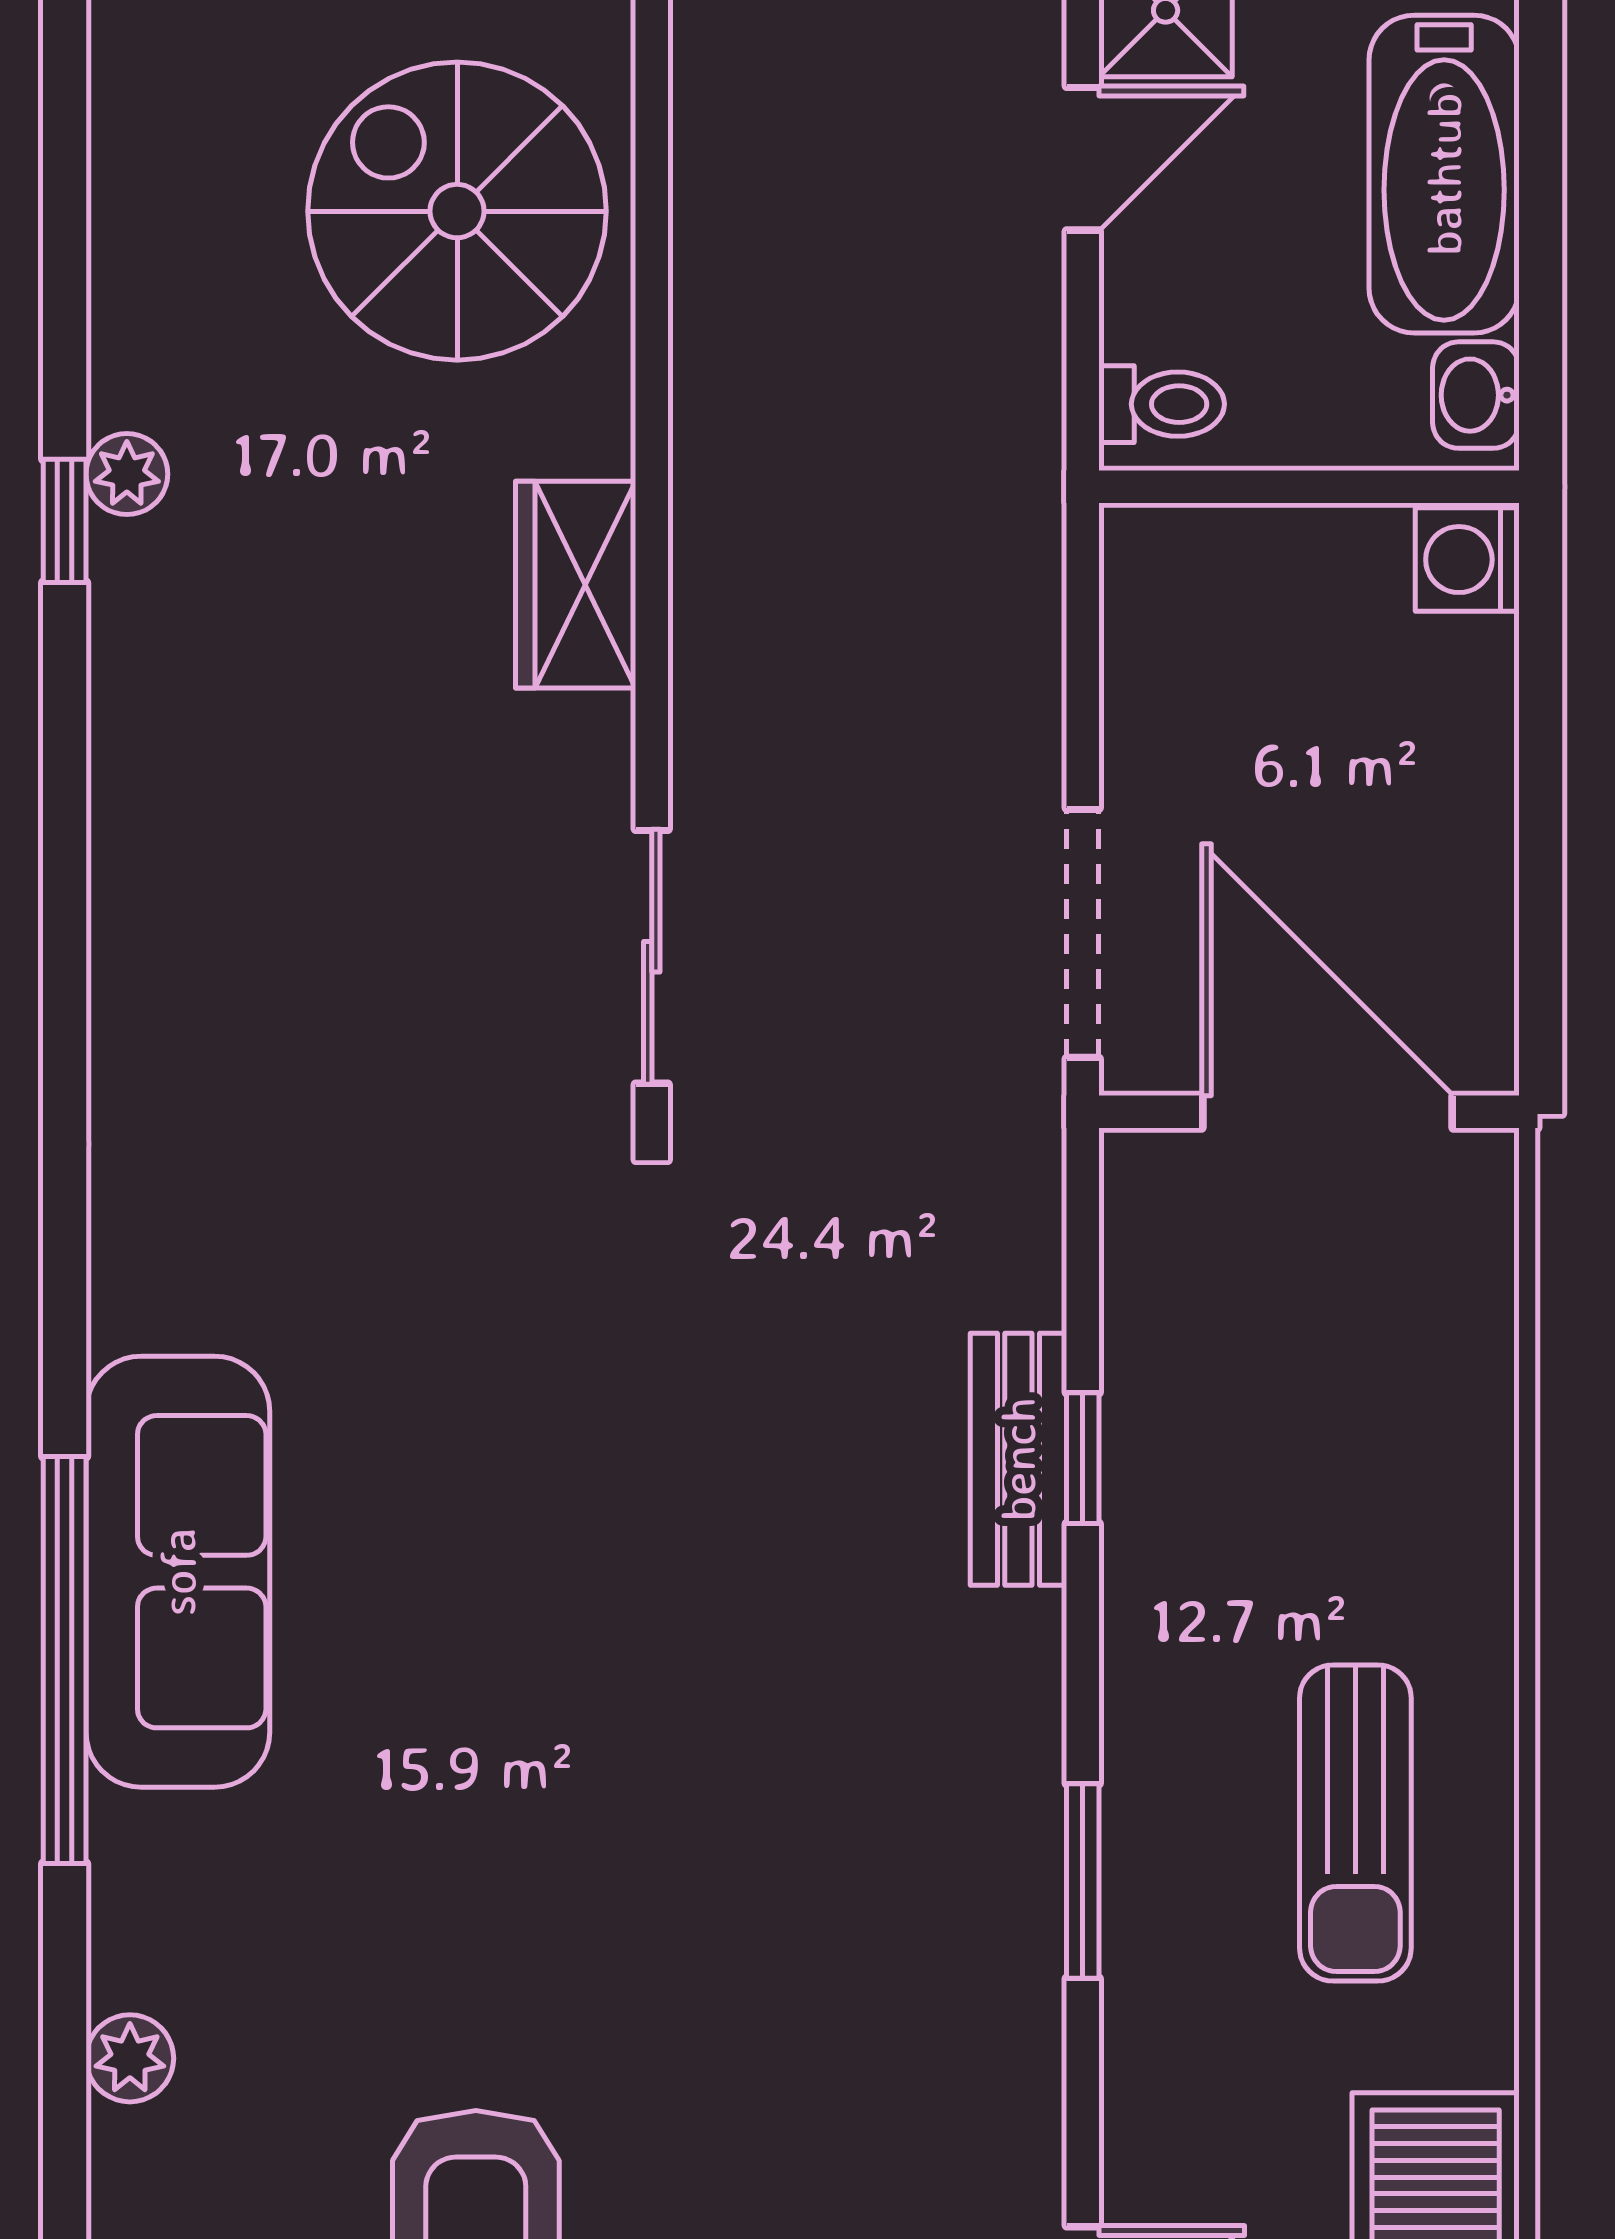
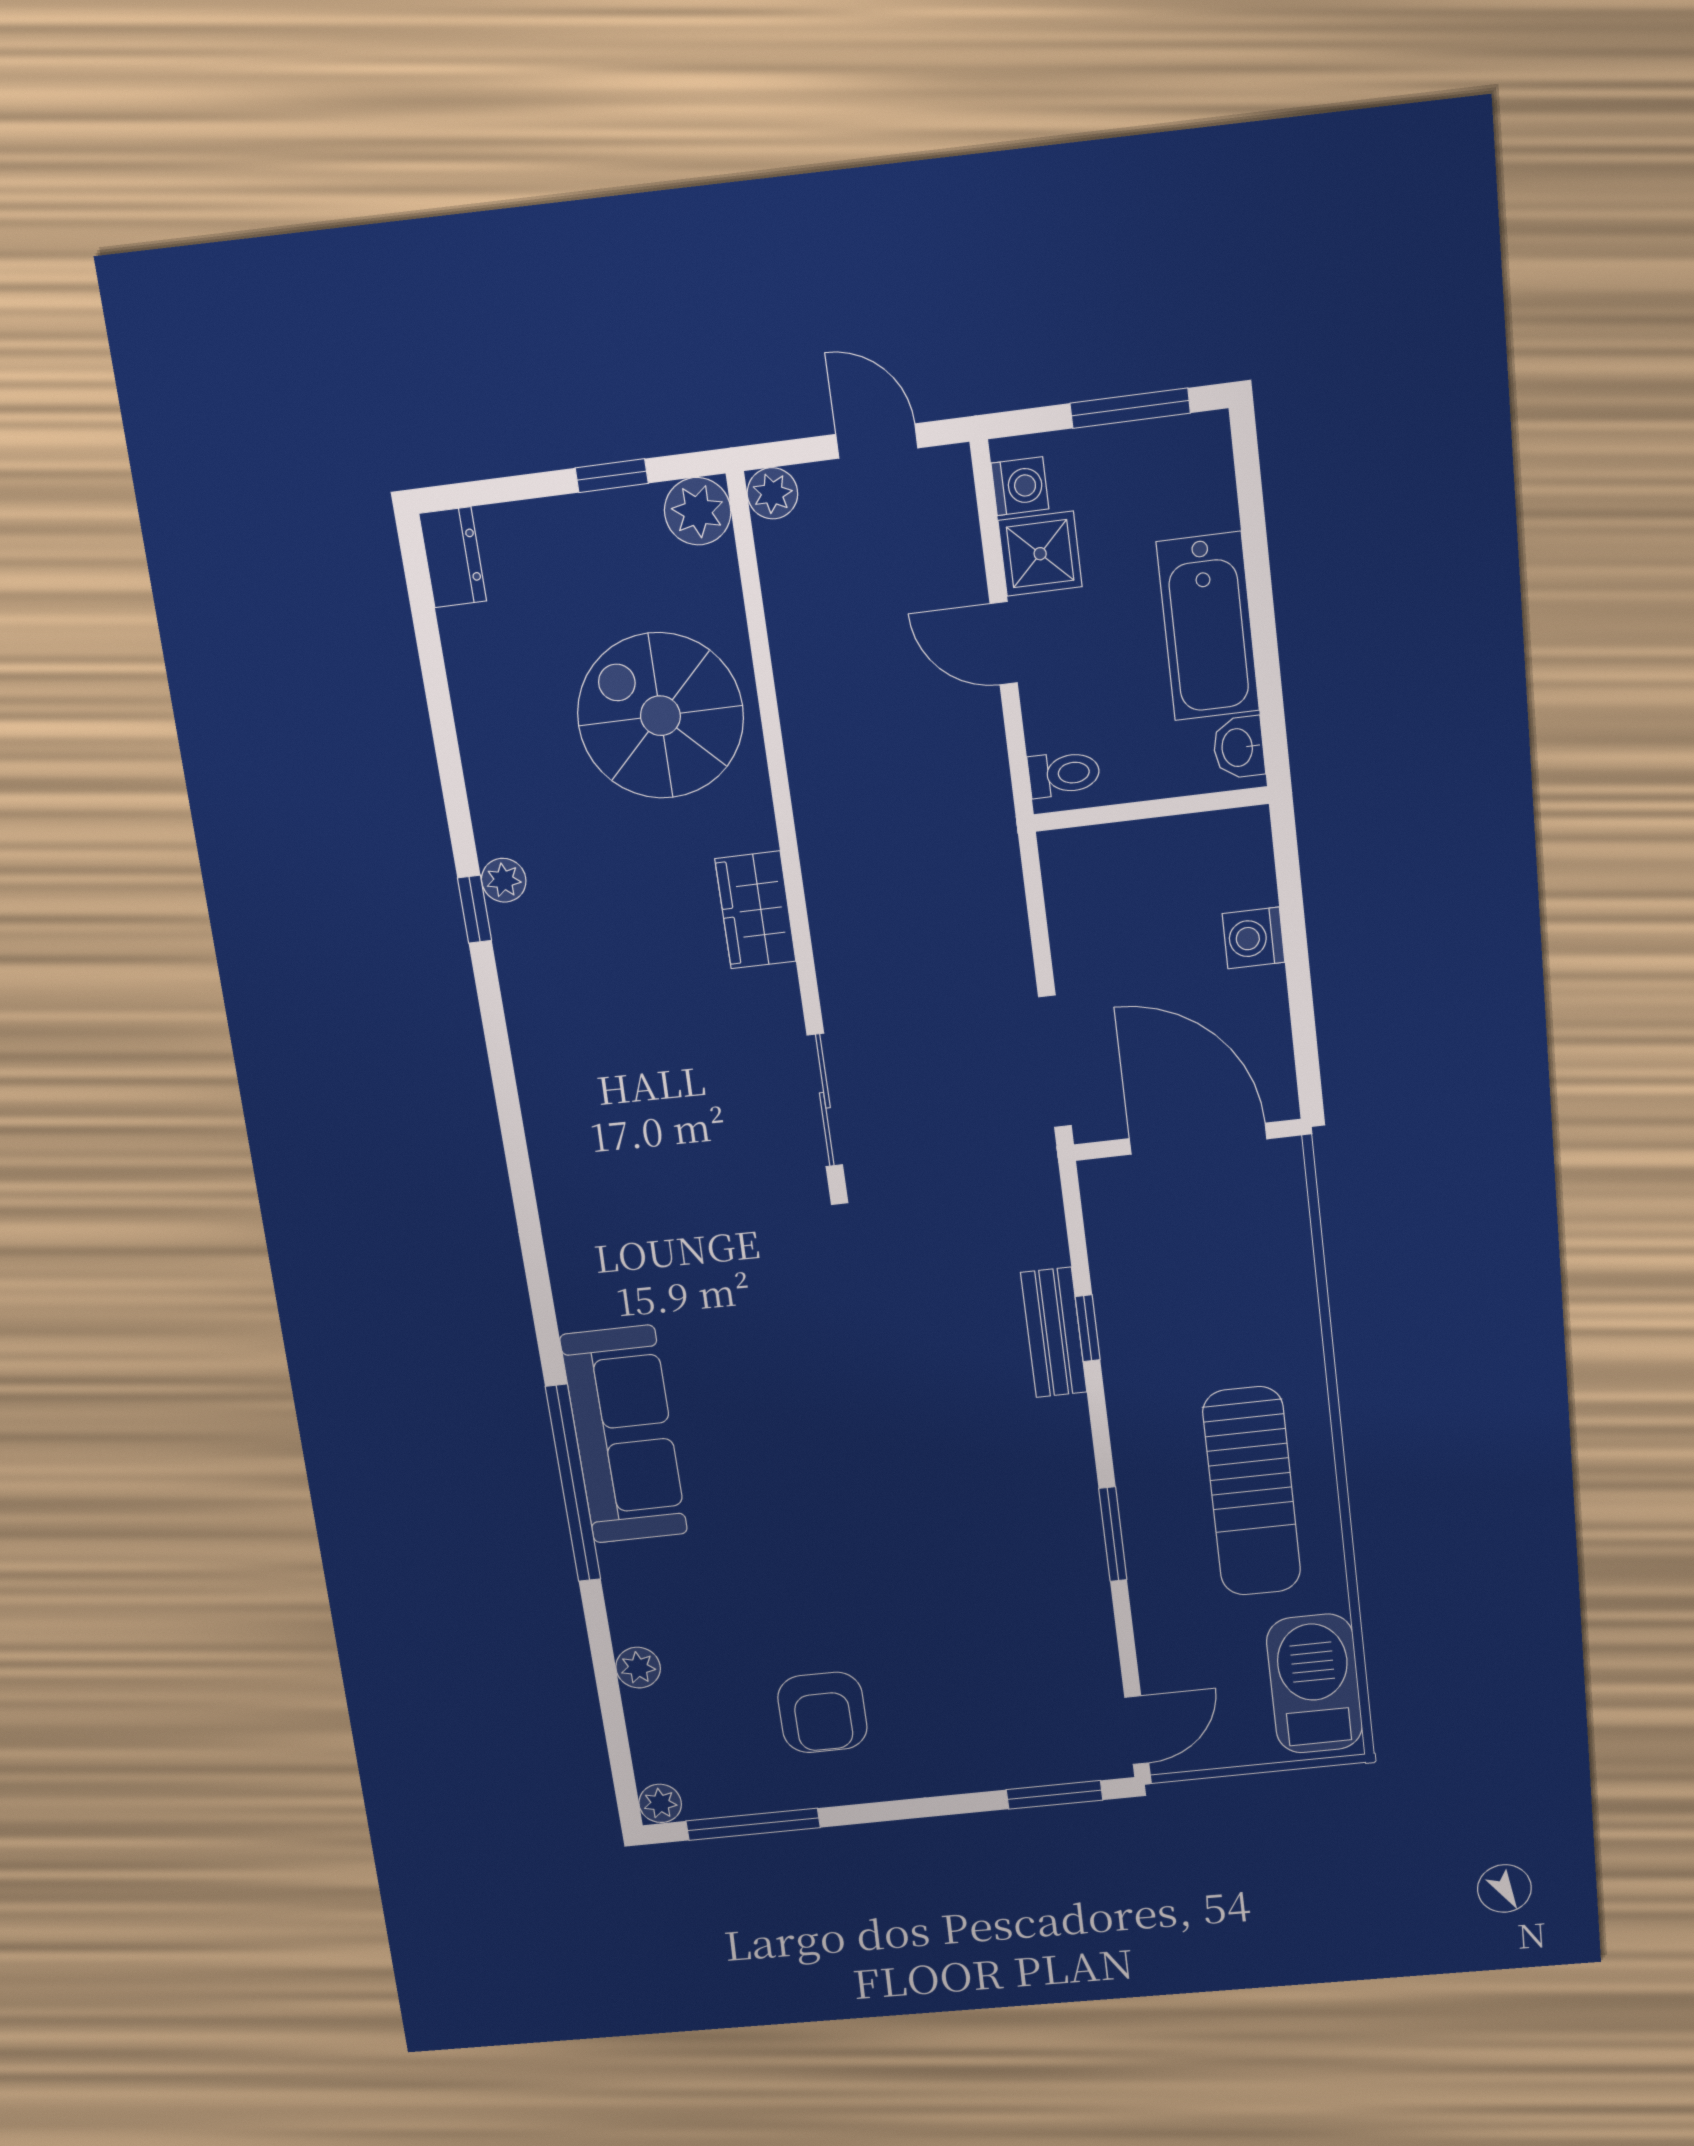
door: (1083, 159) -> (1004, 643), swing flipped
washing machine: (1467, 560) -> (1254, 938), moved
sun lounger: (1355, 1823) -> (1252, 1492), width x1.36, depth x1.34

